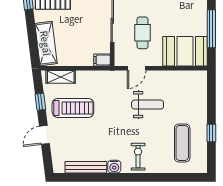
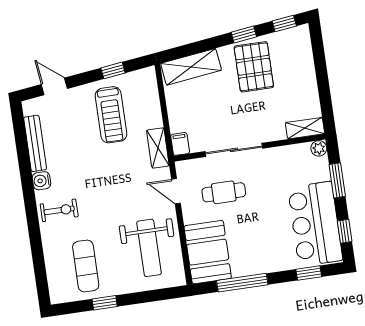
shelving: (61, 77) -> (158, 148), moved
weight bench: (148, 105) -> (149, 248), moved, width x1.36, depth x1.33
door: (44, 135) -> (54, 86), moved
exercise mat: (182, 143) -> (86, 266), turned 90

